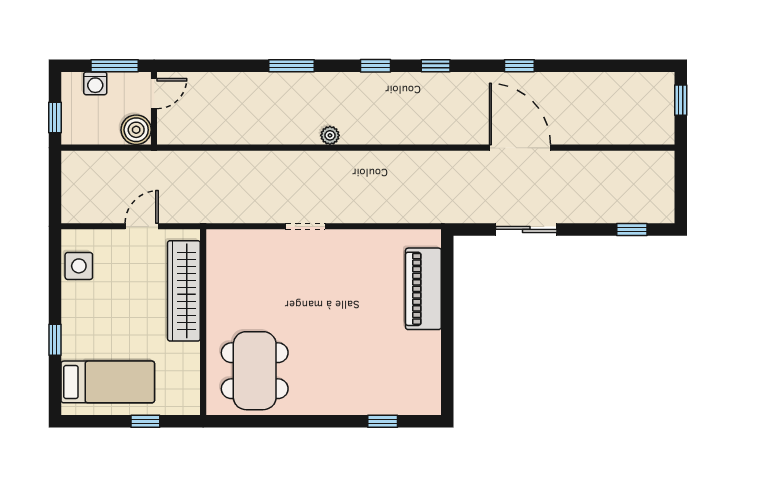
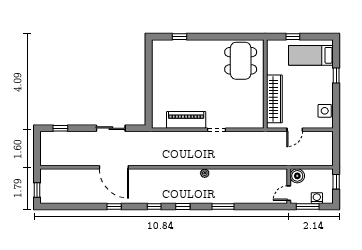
piano: (423, 289) -> (186, 120), moved, turned -90

